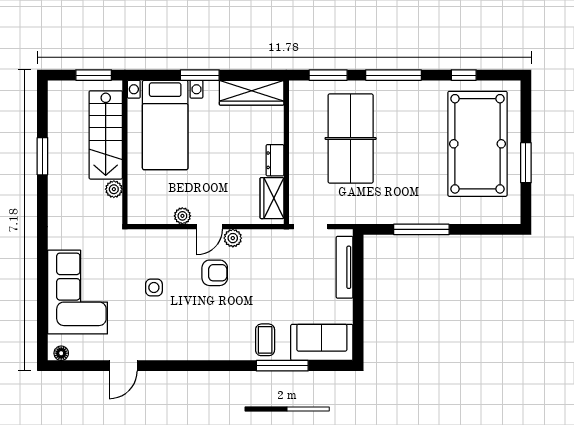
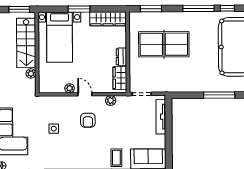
window: (393, 75) -> (199, 8), moved
table tennis table: (351, 138) -> (164, 44), turned 90
door: (210, 227) -> (85, 94), swing flipped
window: (421, 229) -> (219, 95), moved
plant: (233, 238) -> (111, 101), moved
armchair: (215, 273) -> (88, 120), turned 90

